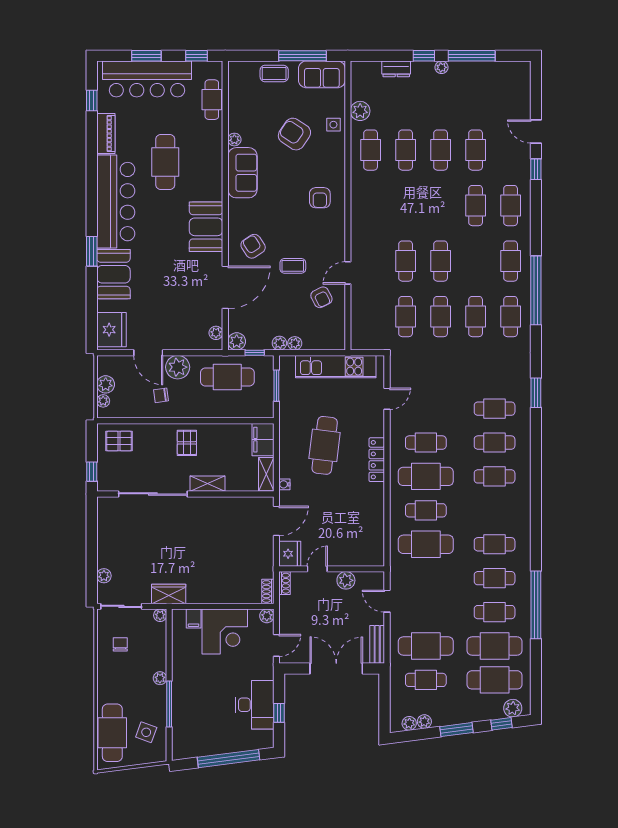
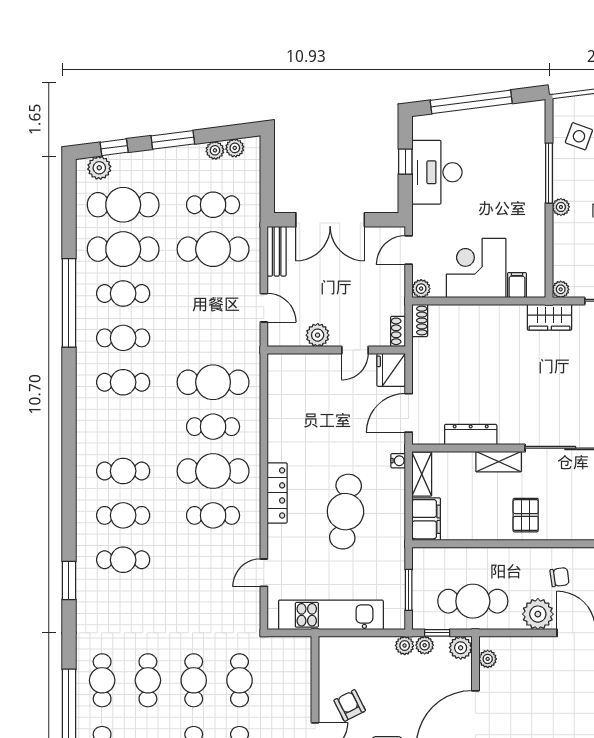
plant: (295, 343) -> (425, 645), moved
dresser: (229, 504) -> (471, 434), added

